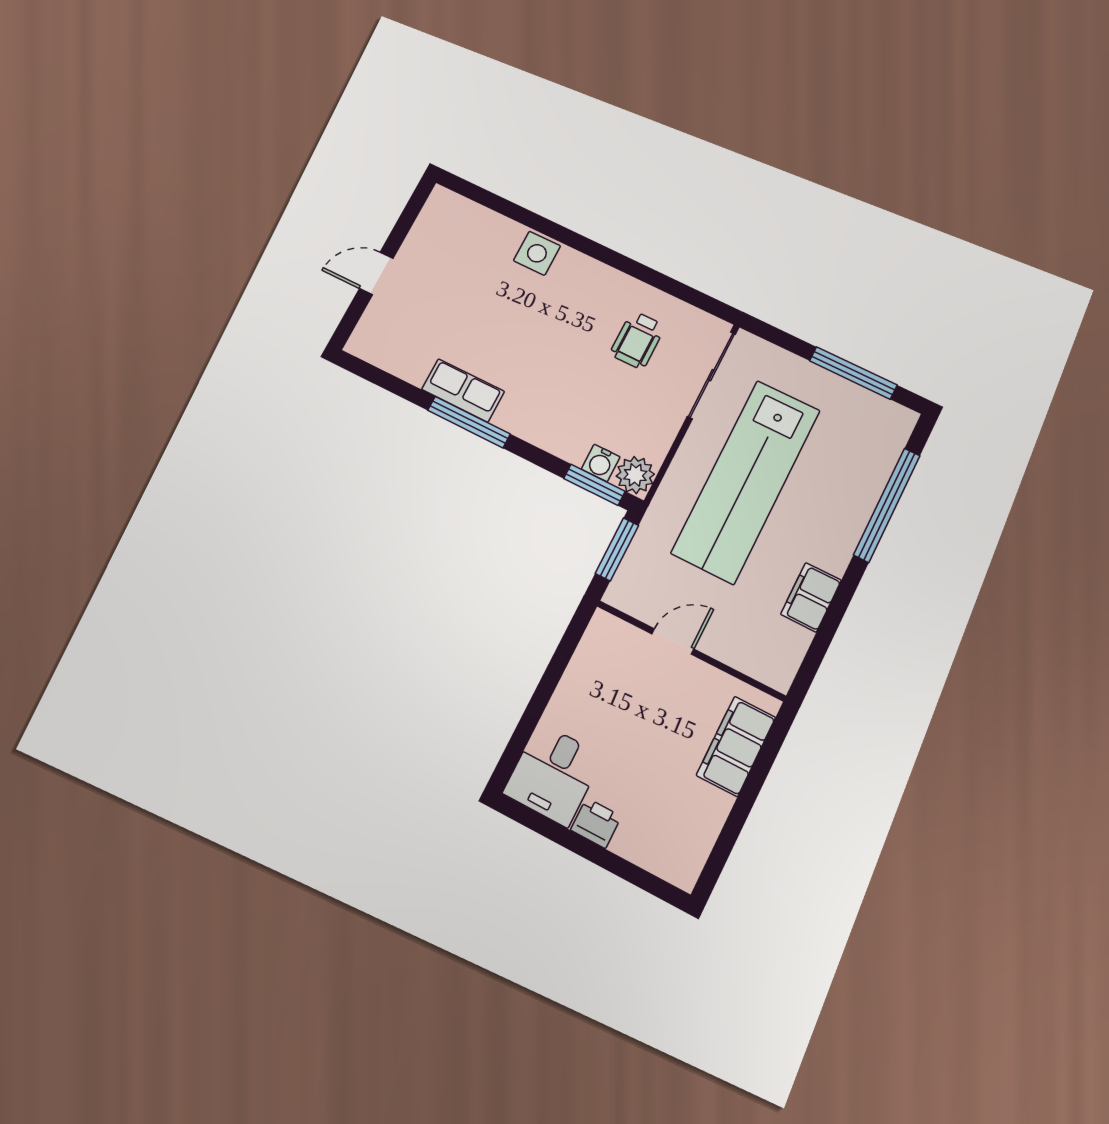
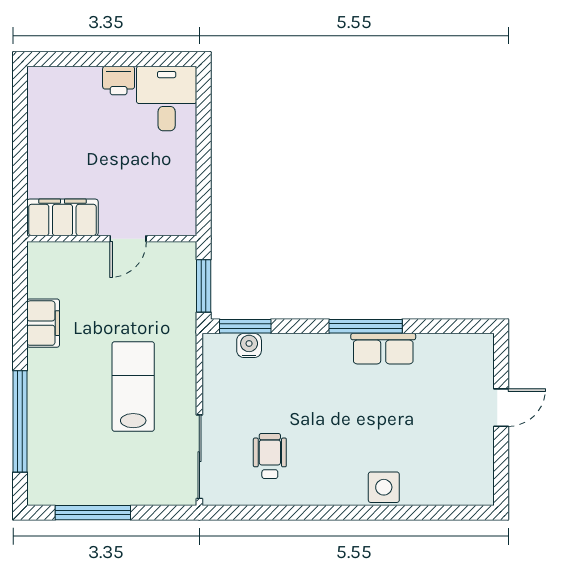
plant: (635, 475) -> (218, 349), removed
lab bench: (746, 481) -> (133, 386), width x0.54, depth x0.72
filing cabinet: (736, 746) -> (62, 217), moved, turned -90

